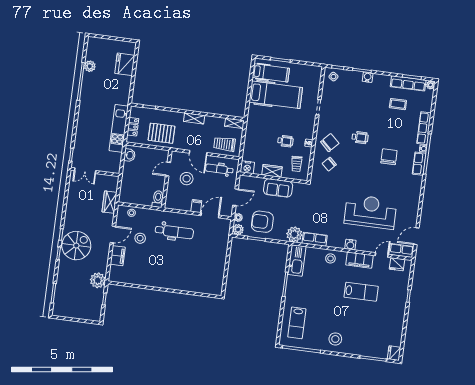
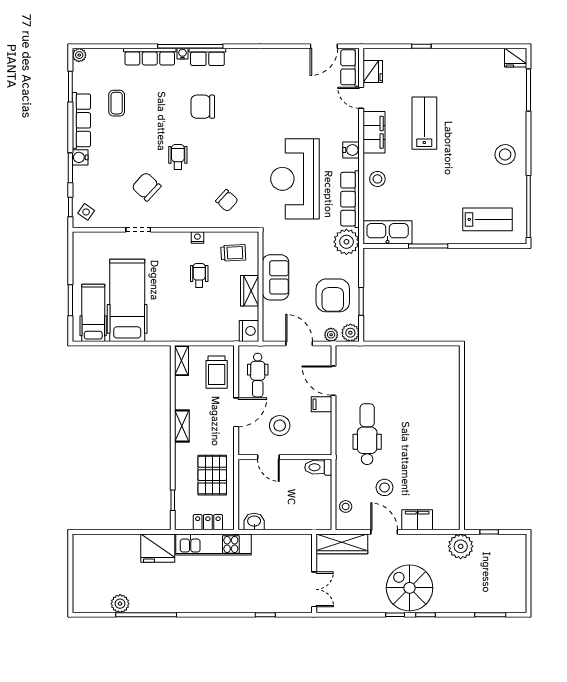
fridge: (125, 64) -> (158, 548), moved
row of seats: (408, 83) -> (81, 120), moved
chair: (330, 143) -> (146, 187), moved
double door: (85, 171) -> (314, 589), moved
wall: (95, 172) -> (314, 573), moved
wardrobe: (110, 202) -> (342, 544), width x1.50
reception desk: (370, 212) -> (295, 179), moved
door: (416, 236) -> (324, 46), hinge flipped
row of seats: (315, 239) -> (350, 199), width x1.48

